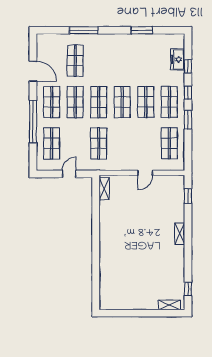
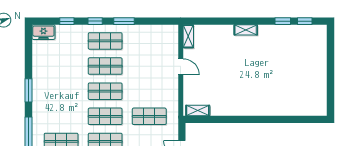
window: (142, 30) -> (28, 90), moved
freezer: (178, 59) -> (43, 32), moved
shop shelf: (169, 143) -> (149, 41), removed
window: (188, 196) -> (283, 21), moved
shelving: (169, 305) -> (188, 36), moved

